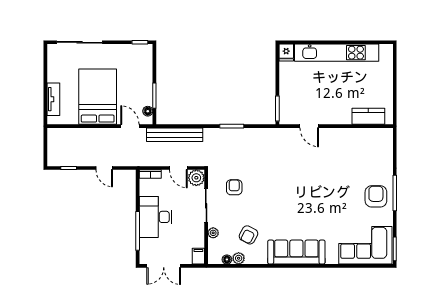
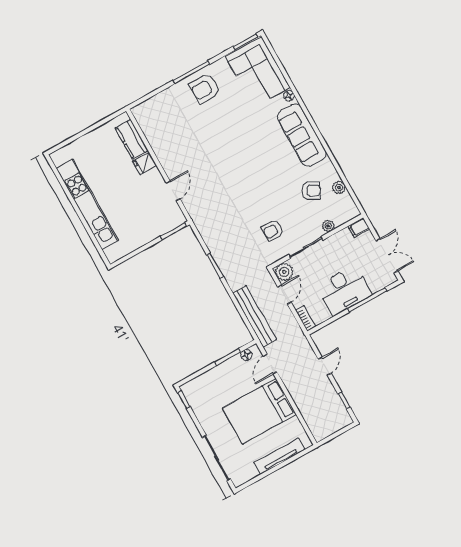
fridge: (286, 53) -> (145, 163), moved, turned 180
tv unit: (53, 99) -> (279, 456), width x1.41
floor lamp: (227, 259) -> (289, 96), moved

